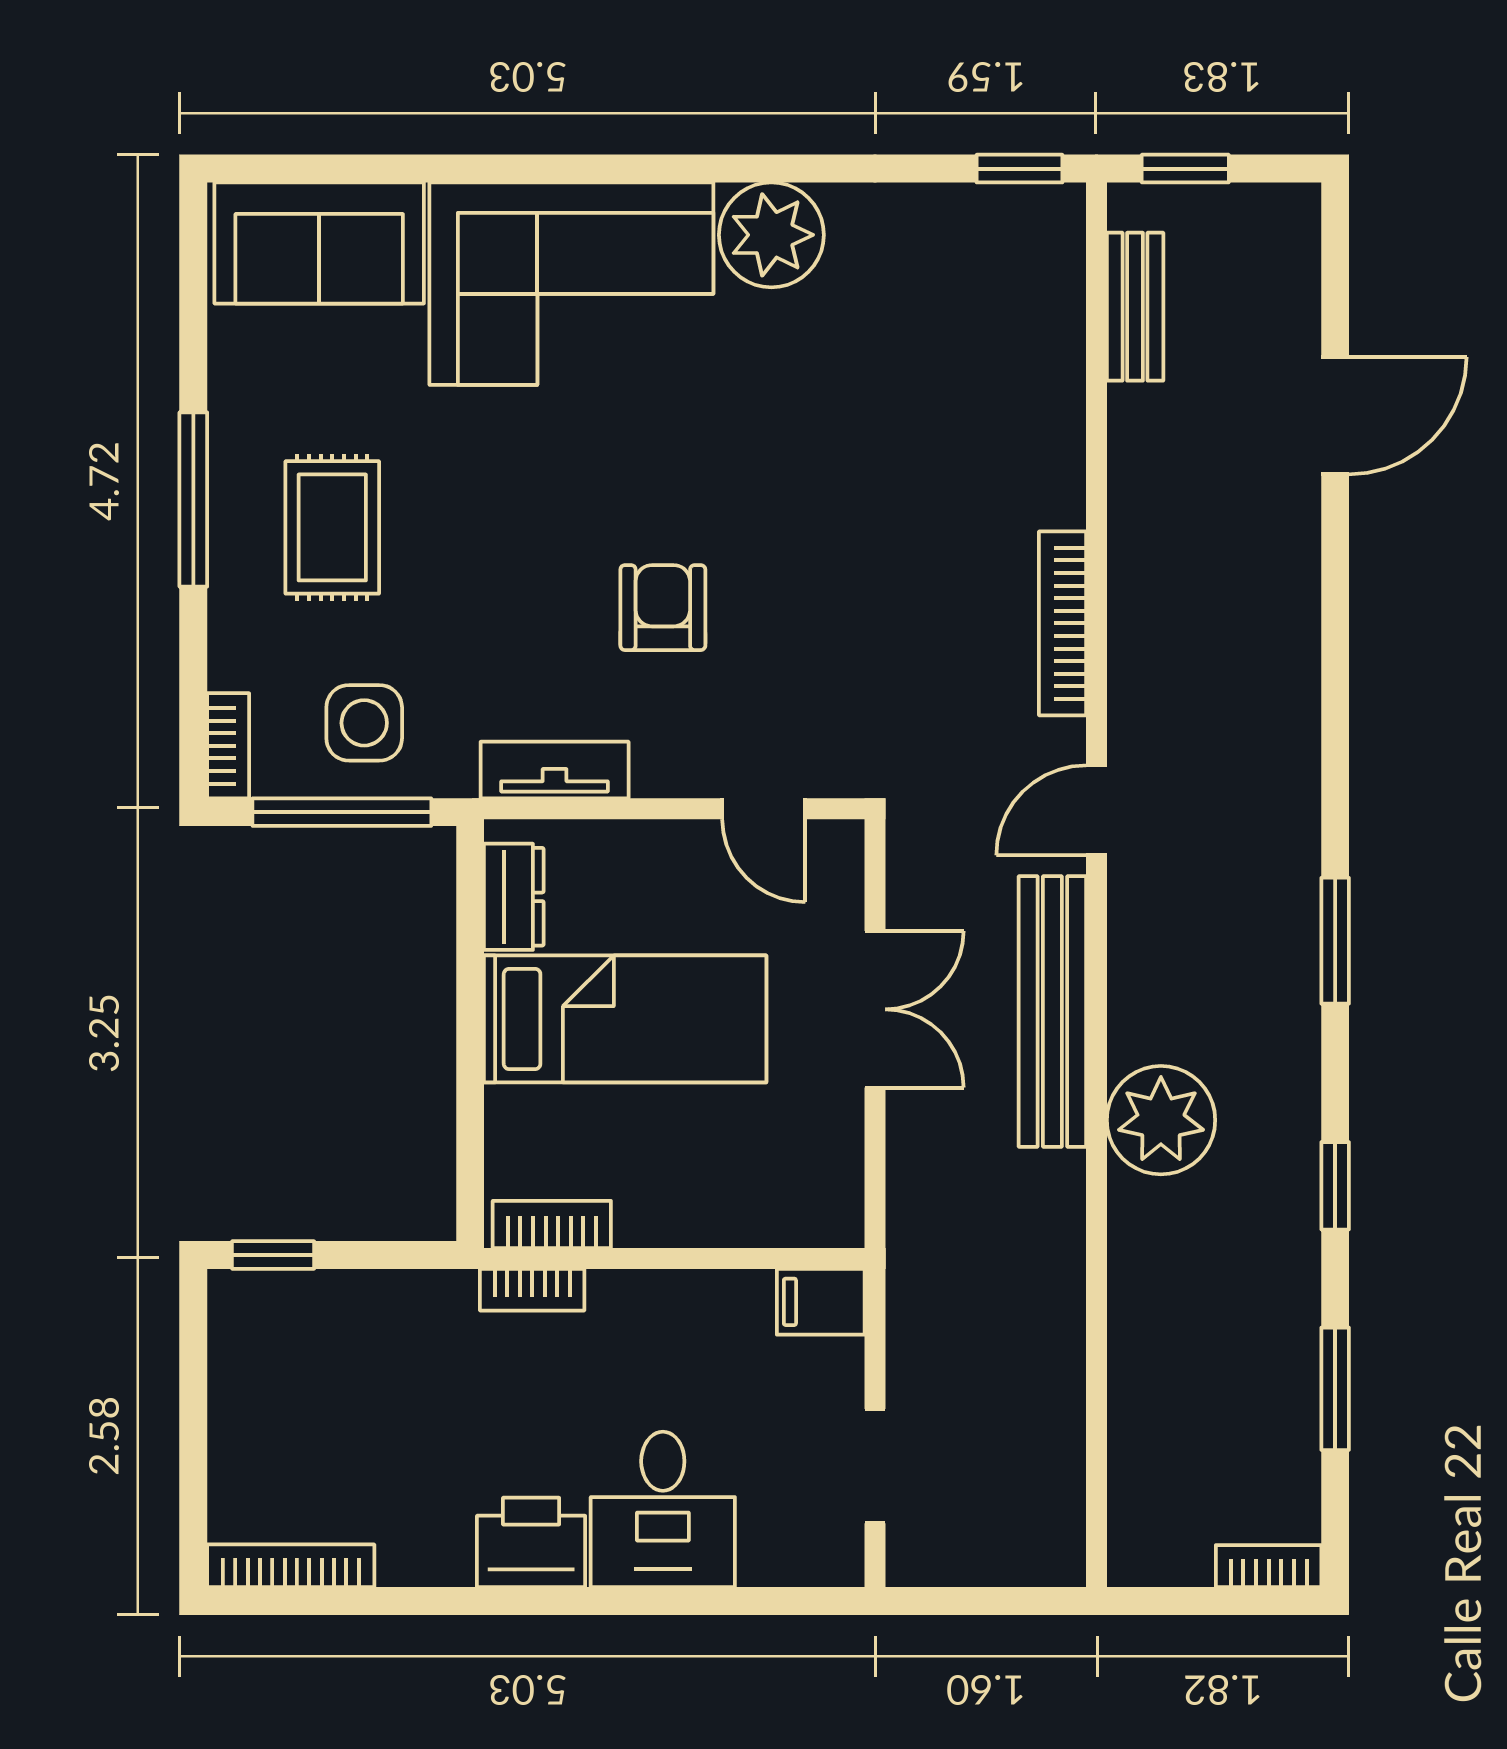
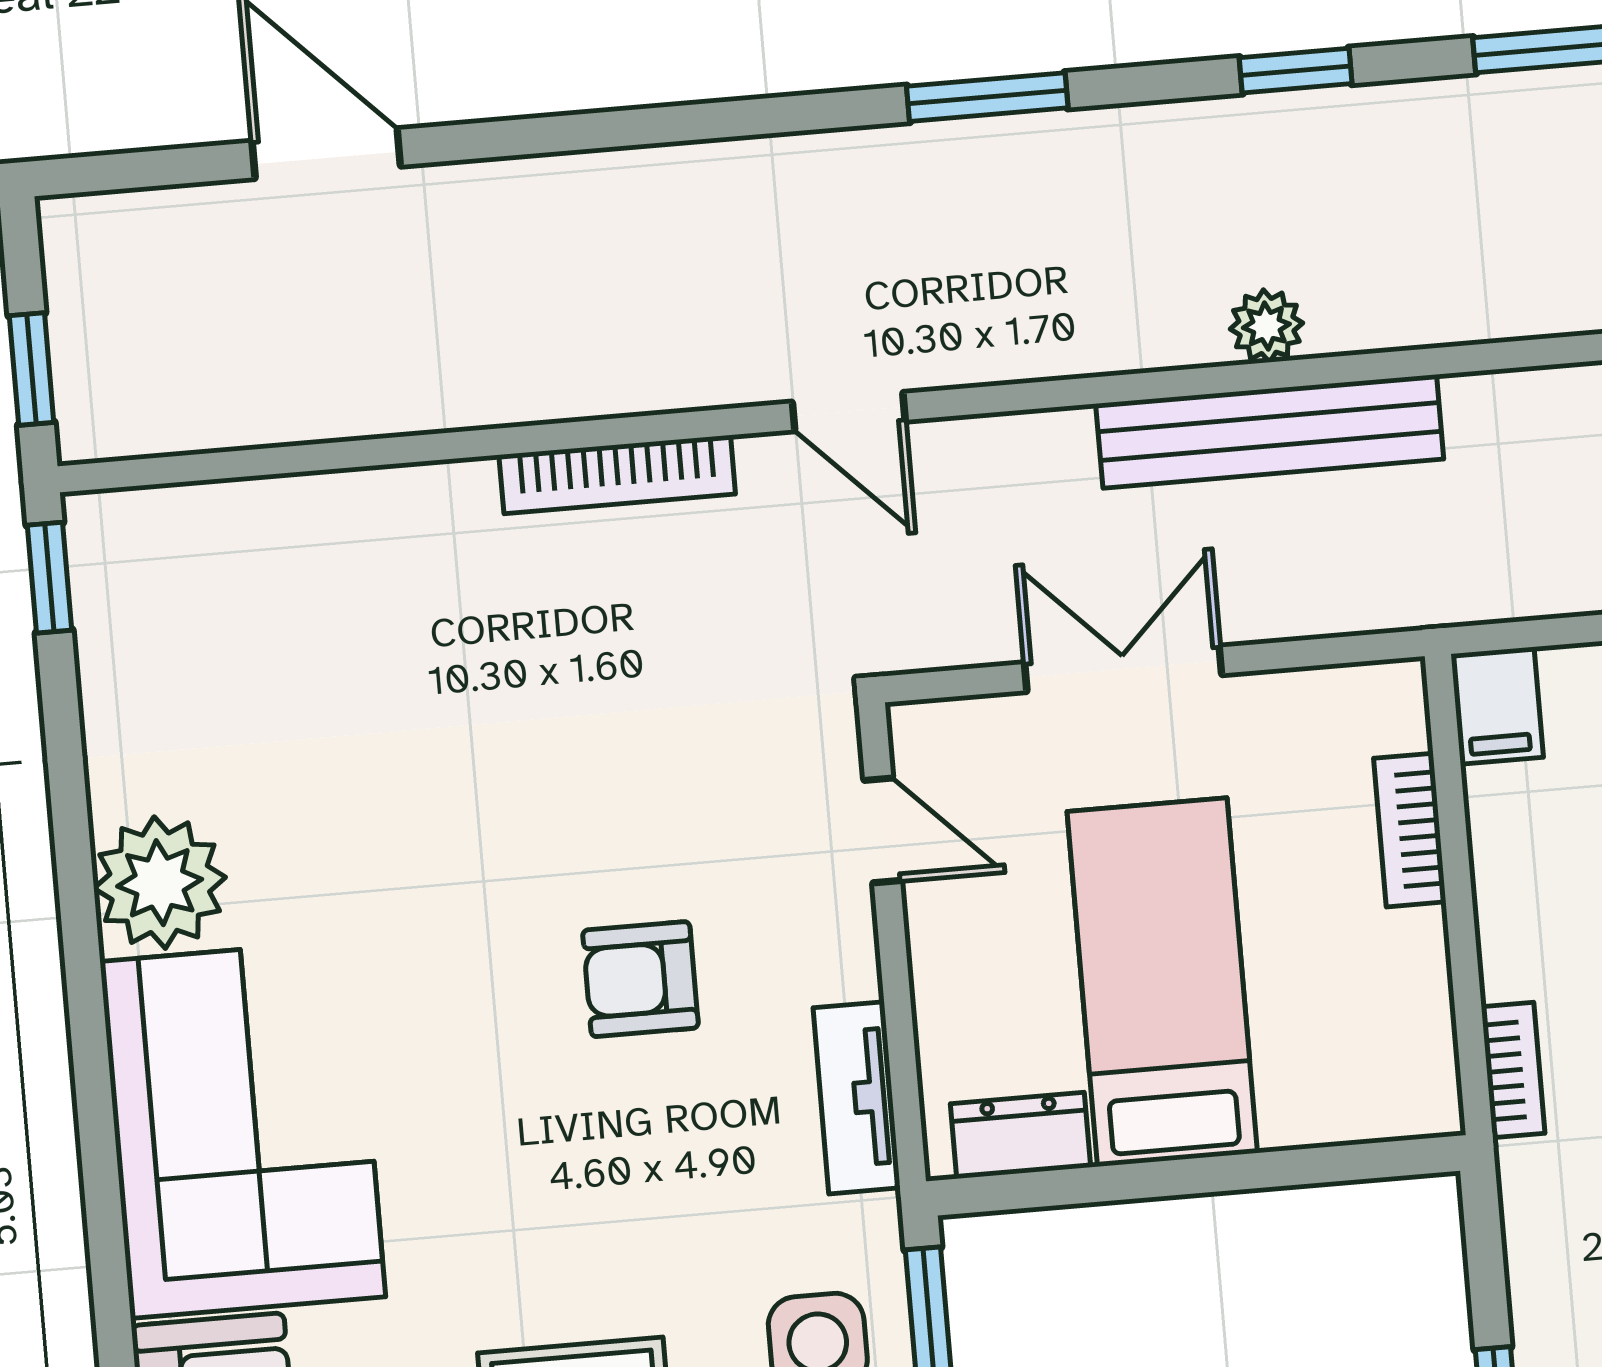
bench: (1135, 307) -> (211, 417), removed
door: (764, 809) -> (883, 830), hinge flipped
bench: (1052, 1012) -> (1270, 431), moved
plant: (1161, 1120) -> (1266, 326), width x0.53, depth x0.53
bookcase: (552, 1224) -> (1410, 830), moved

